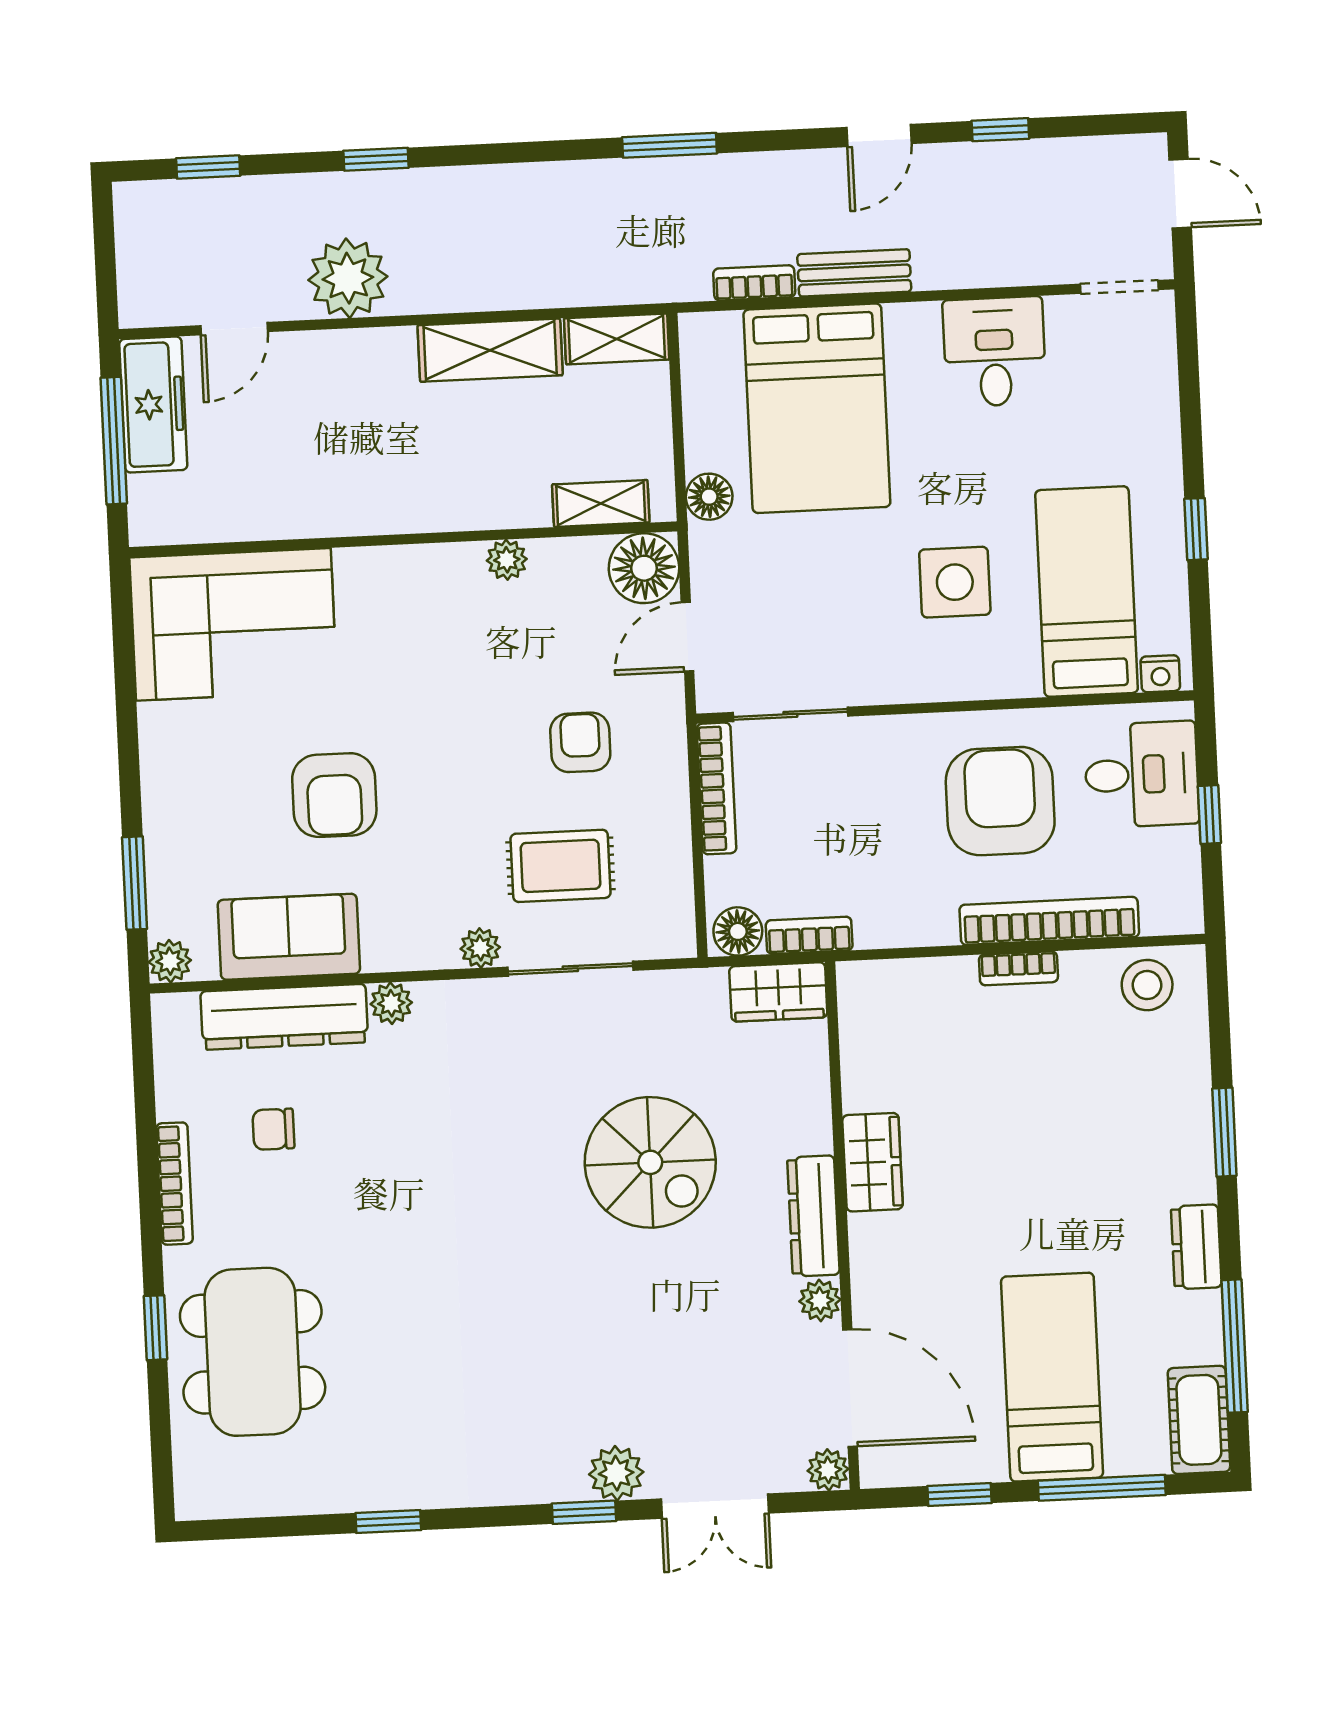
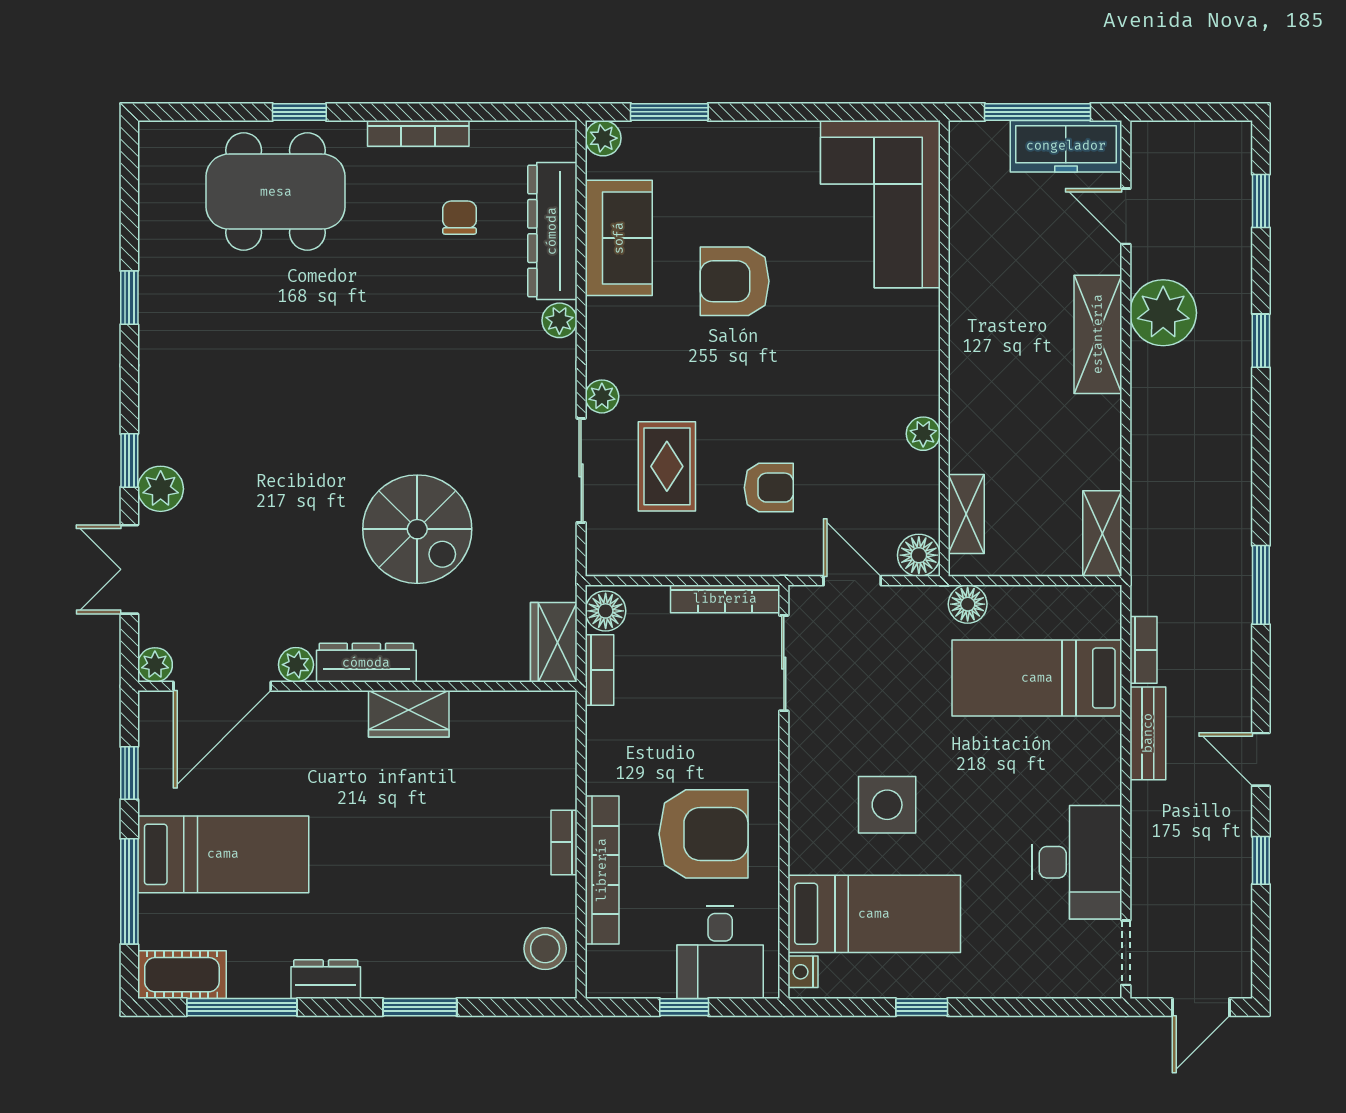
shelving: (490, 350) -> (1098, 334), moved
desk: (994, 352) -> (1077, 862), width x1.37
bed: (817, 408) -> (1037, 678), width x0.67
floor lamp: (644, 568) -> (919, 555), width x0.73, depth x0.73
spiral stairs: (650, 1162) -> (417, 529), turned -90

